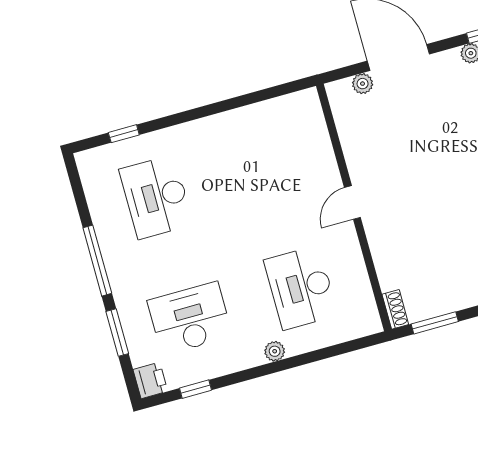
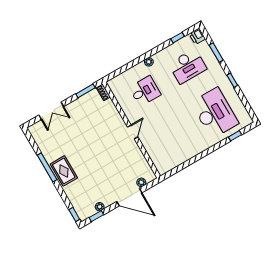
desk: (156, 197) -> (215, 113), width x1.36, depth x1.30
window: (97, 261) -> (232, 80), width x0.46
desk: (301, 288) -> (145, 91), width x0.73

